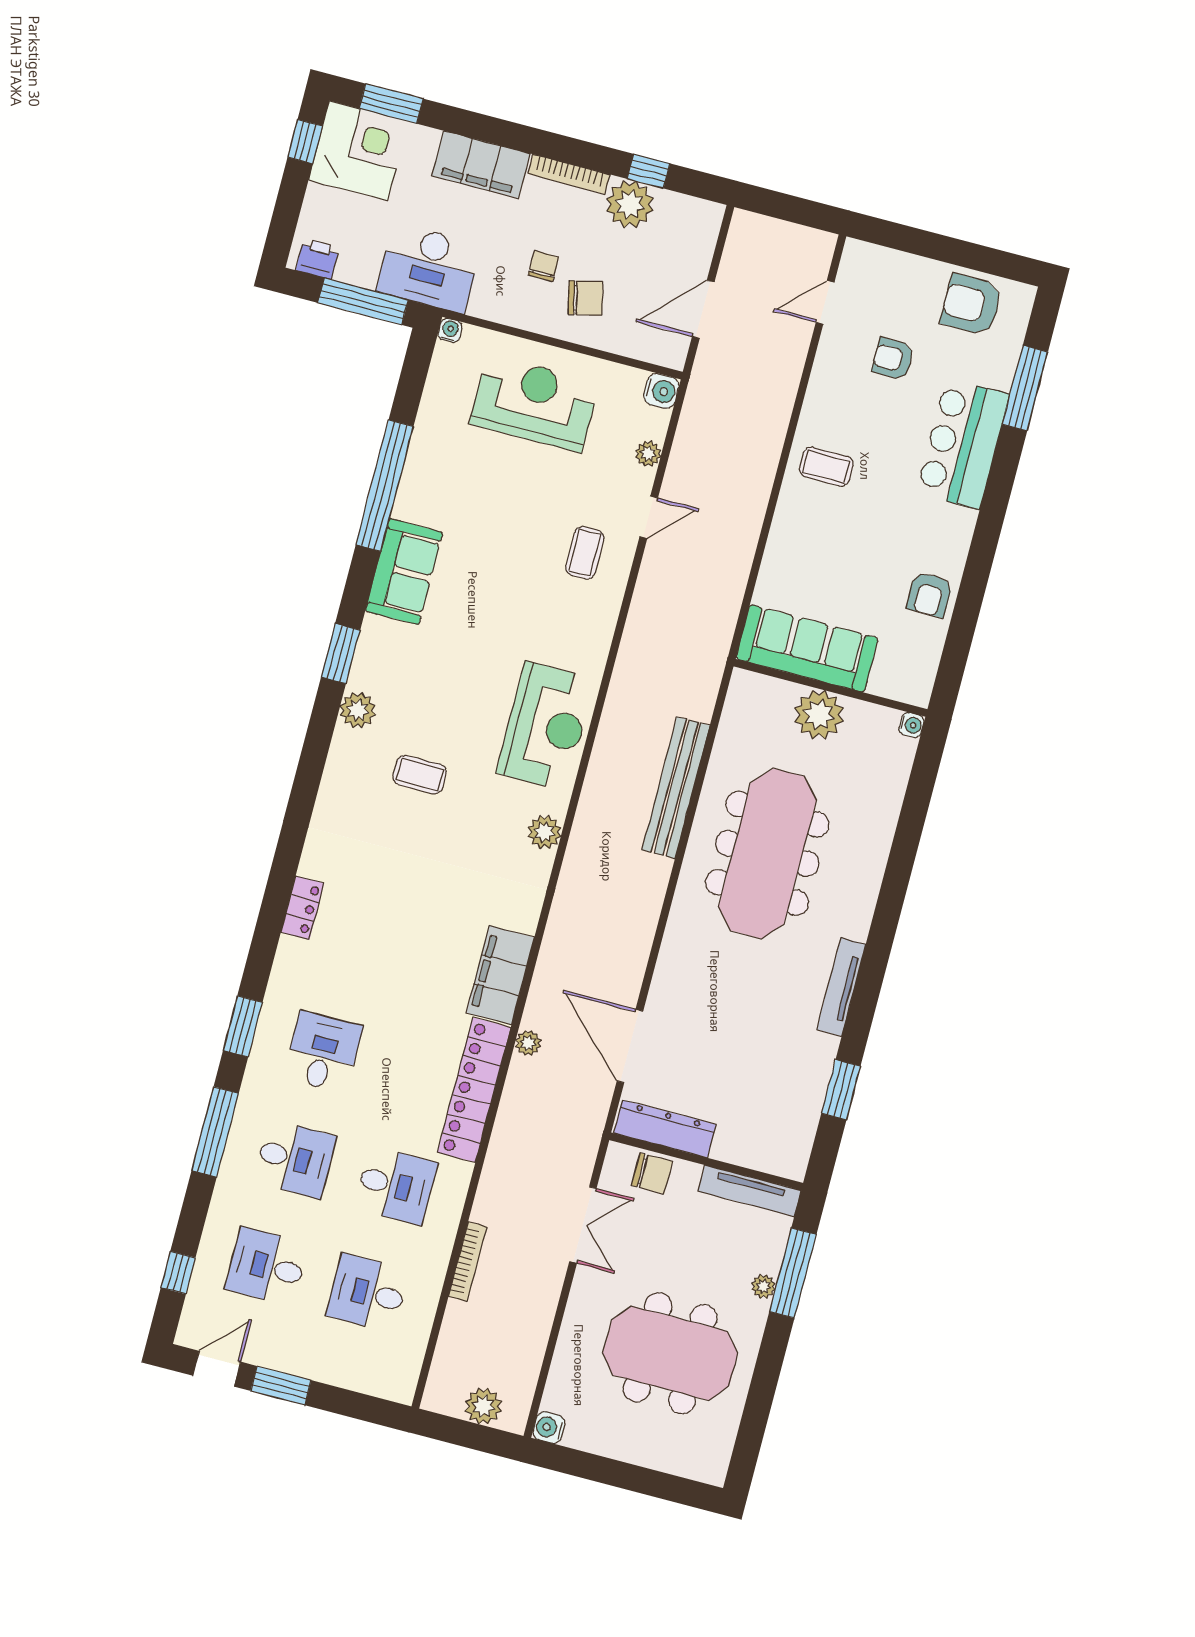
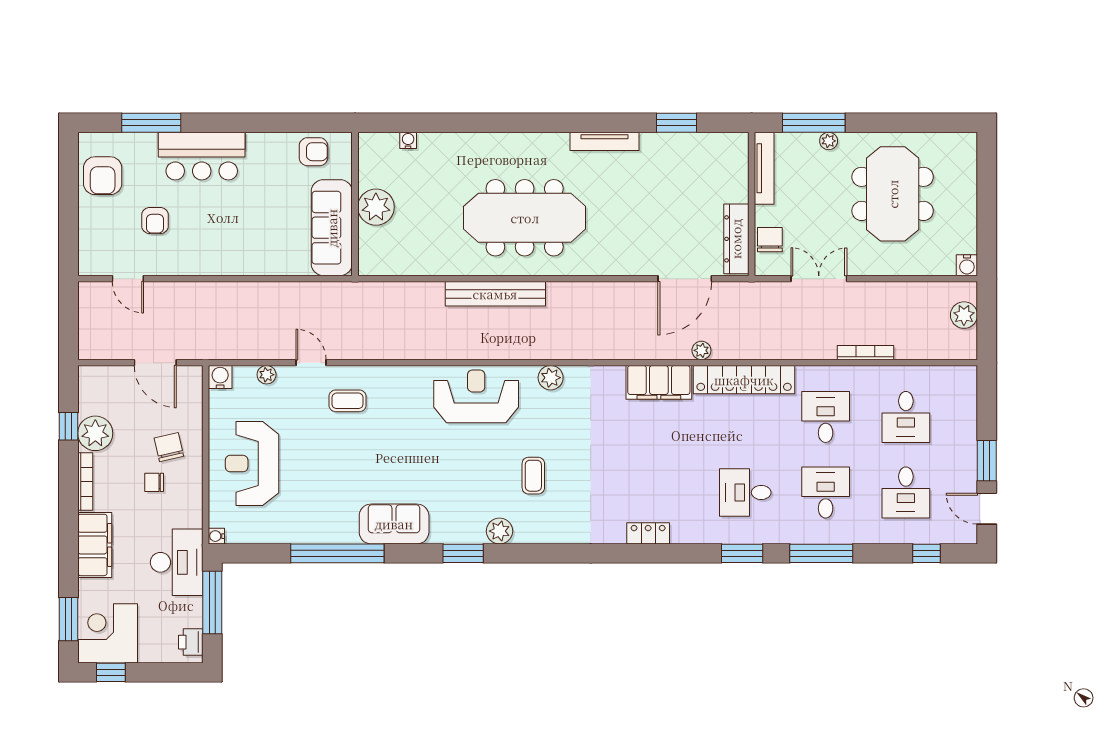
coffee table: (826, 467) -> (243, 247), removed
sofa: (807, 648) -> (332, 228), moved
wall: (830, 688) -> (355, 204), moved
plant: (819, 715) -> (376, 207), moved

